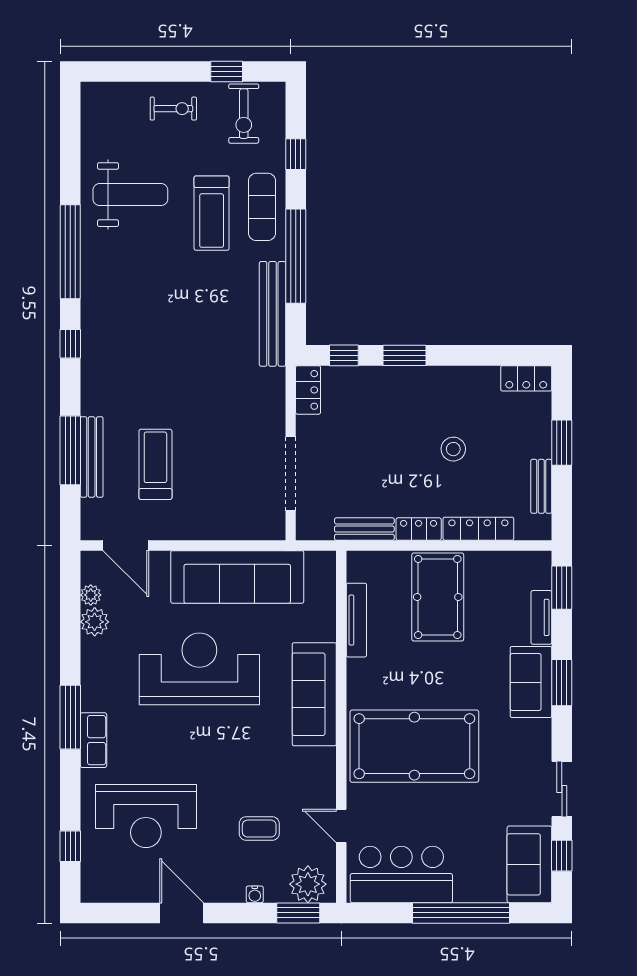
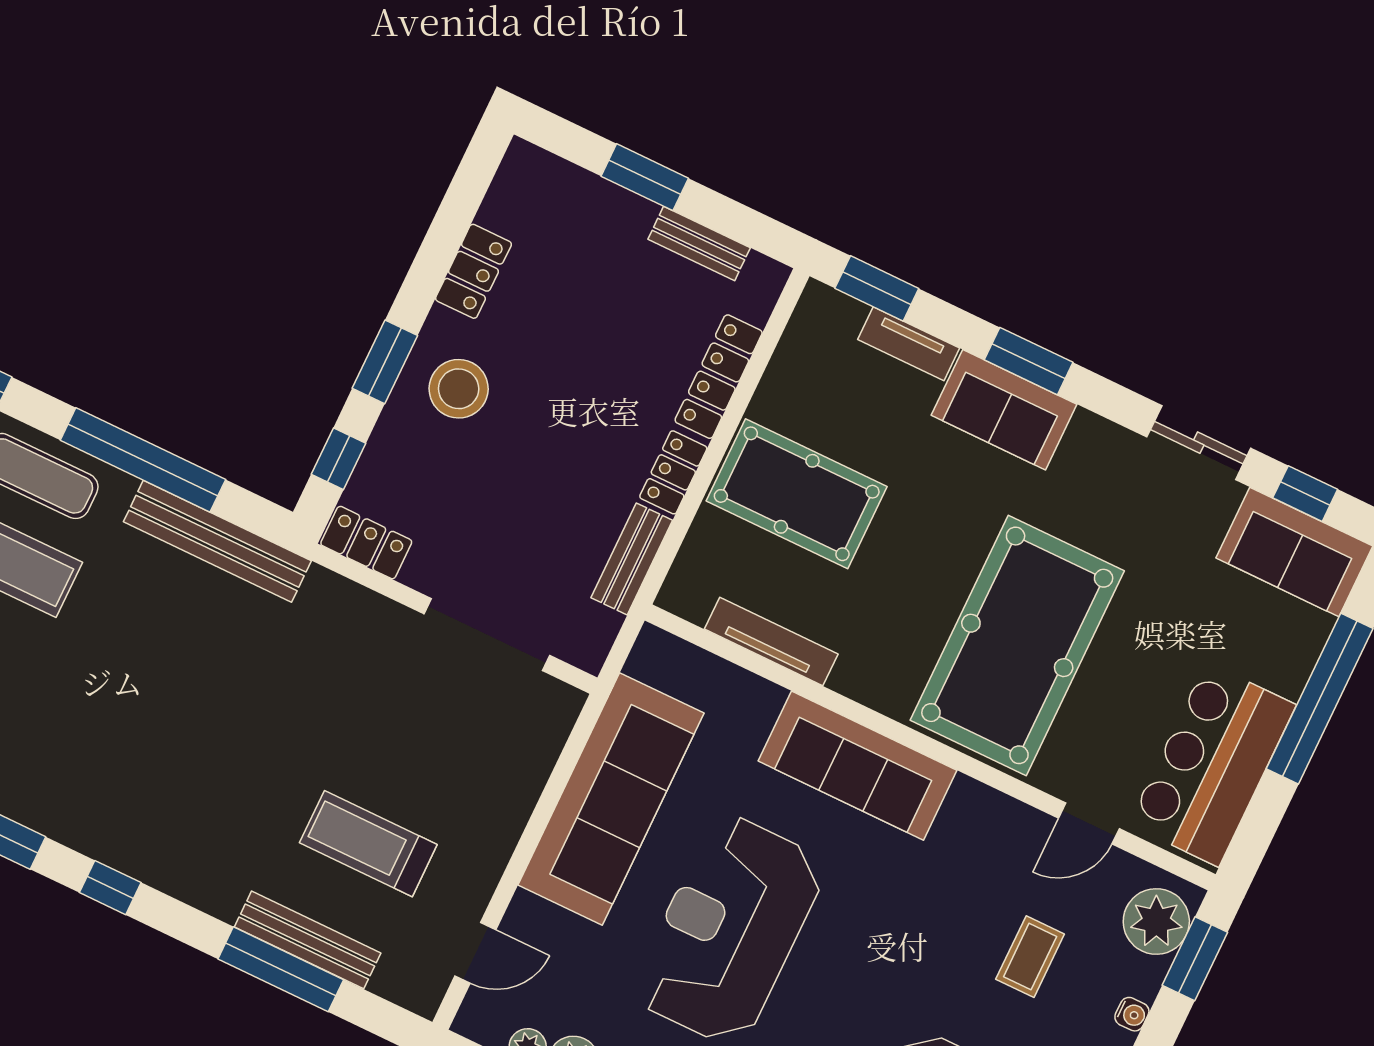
locker: (526, 378) -> (473, 271), moved
stool: (453, 449) -> (459, 389), moved, width x1.38, depth x1.38
door: (126, 545) -> (475, 953), width x0.73

